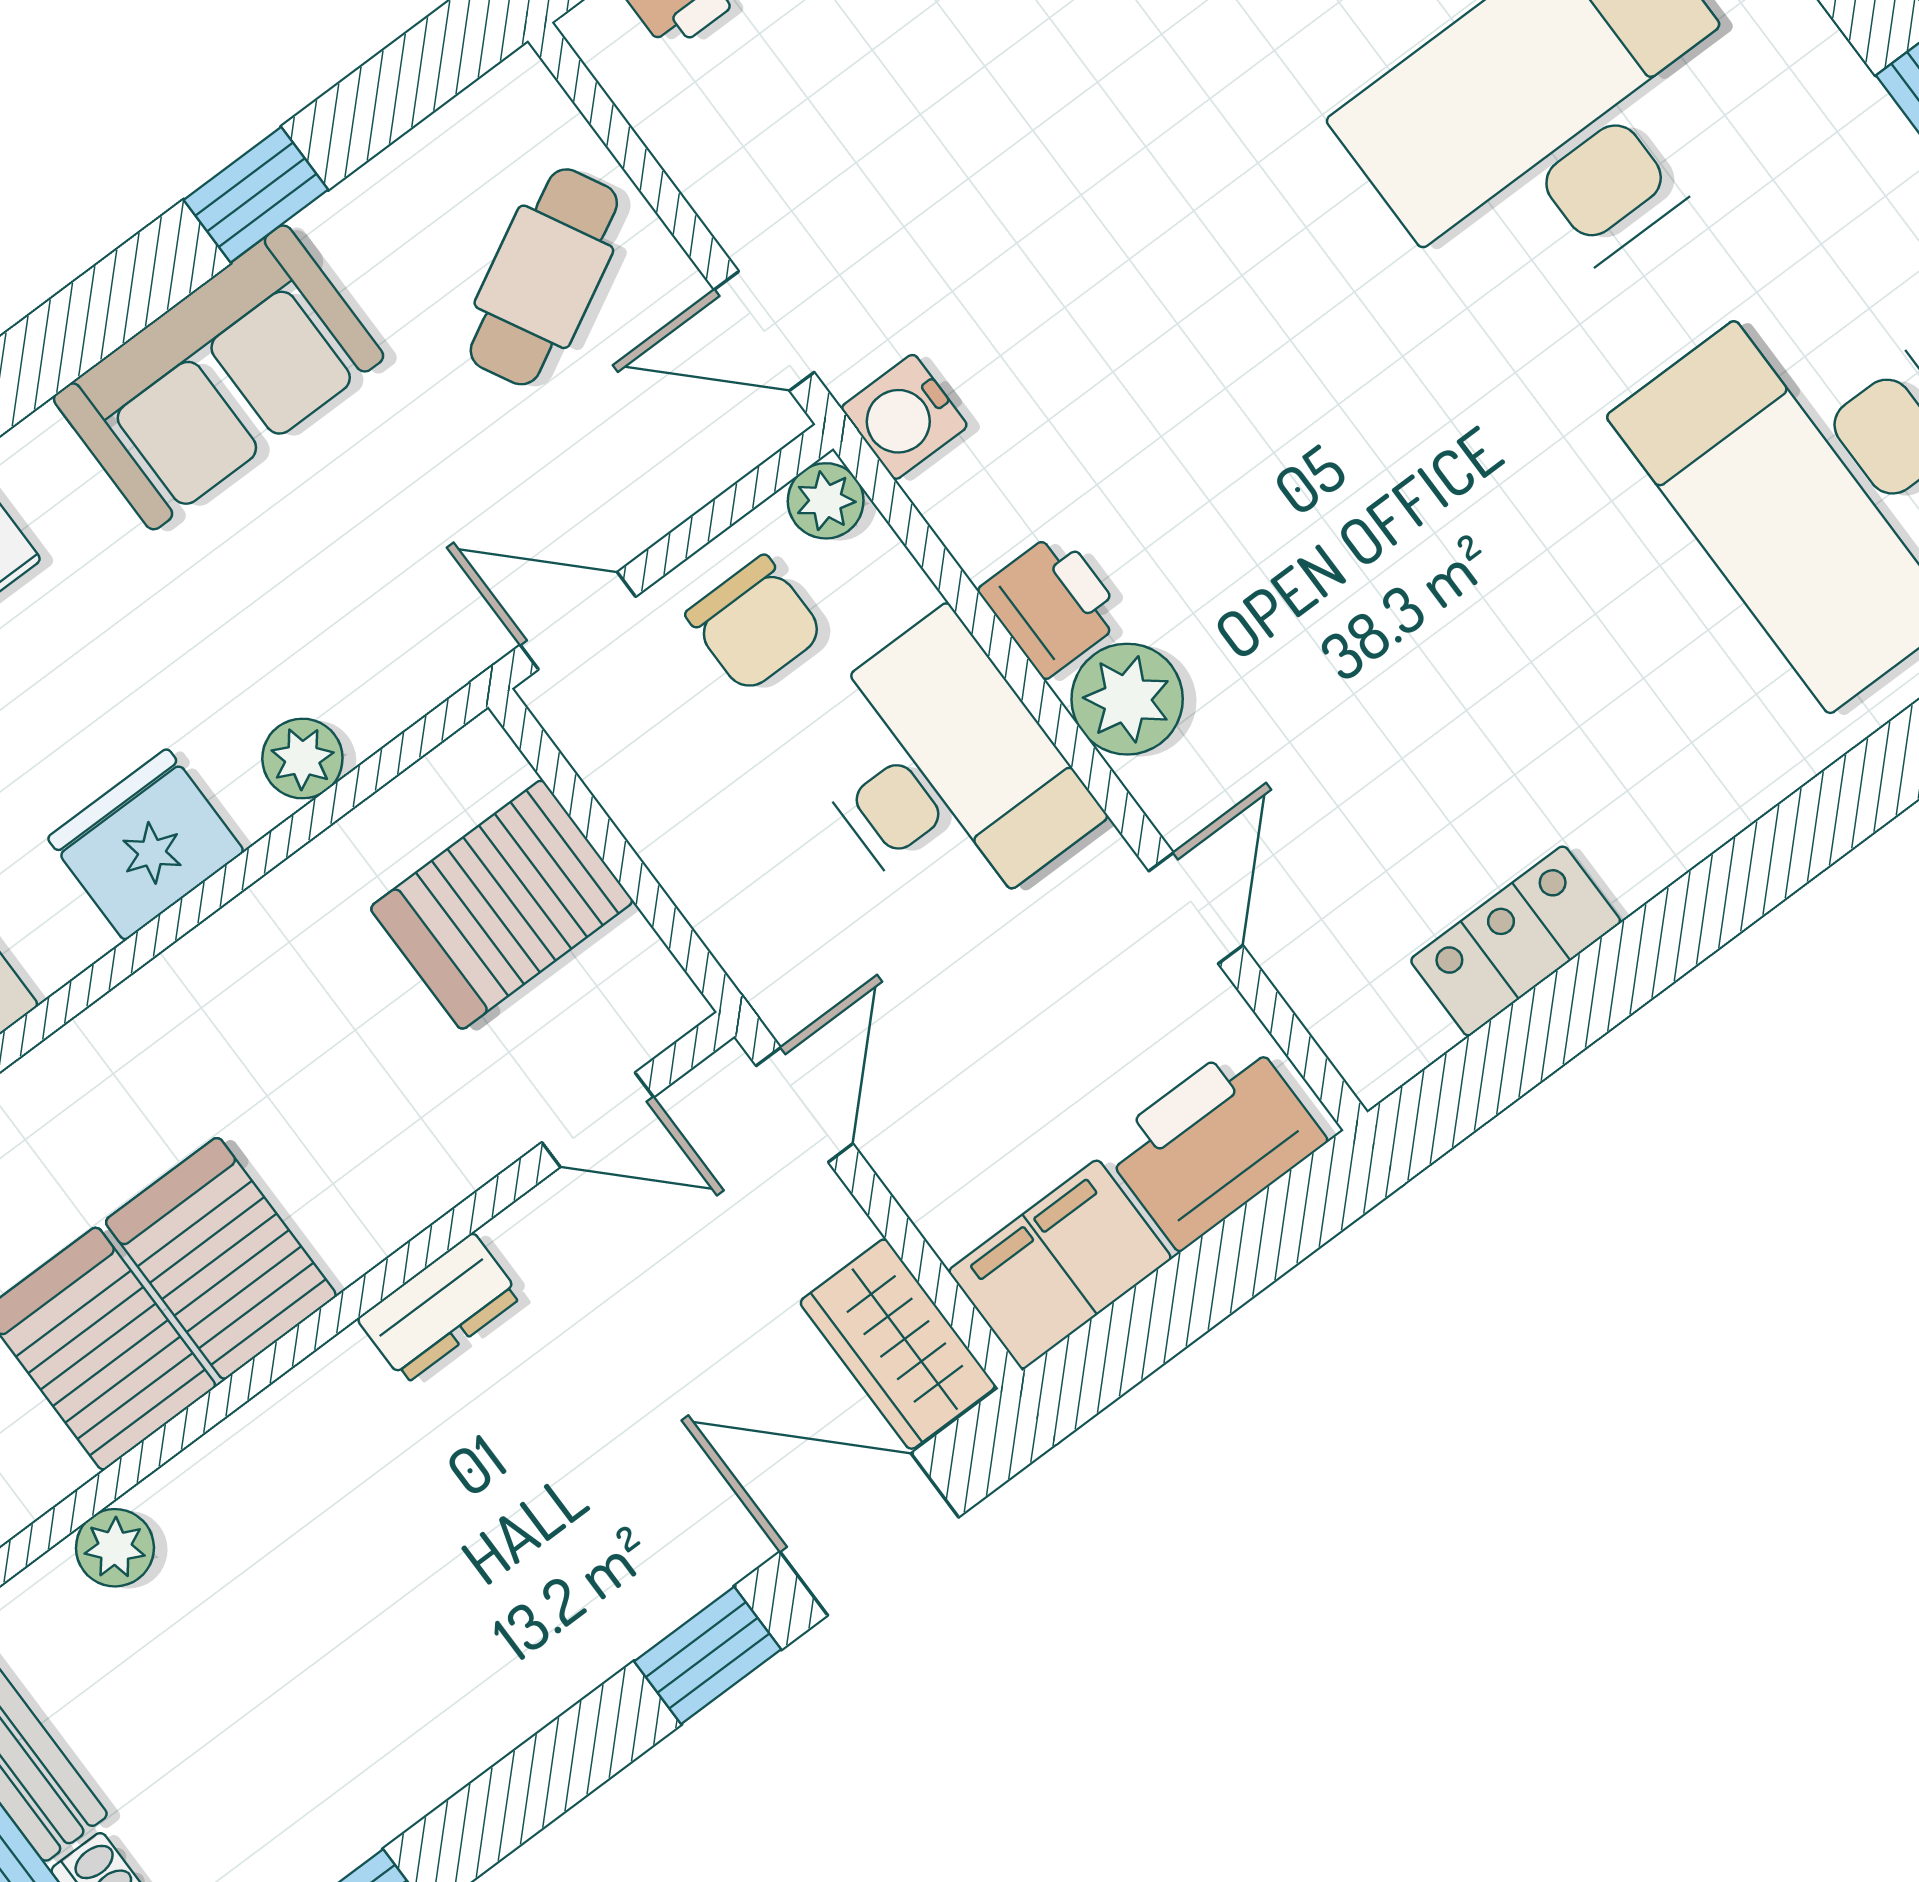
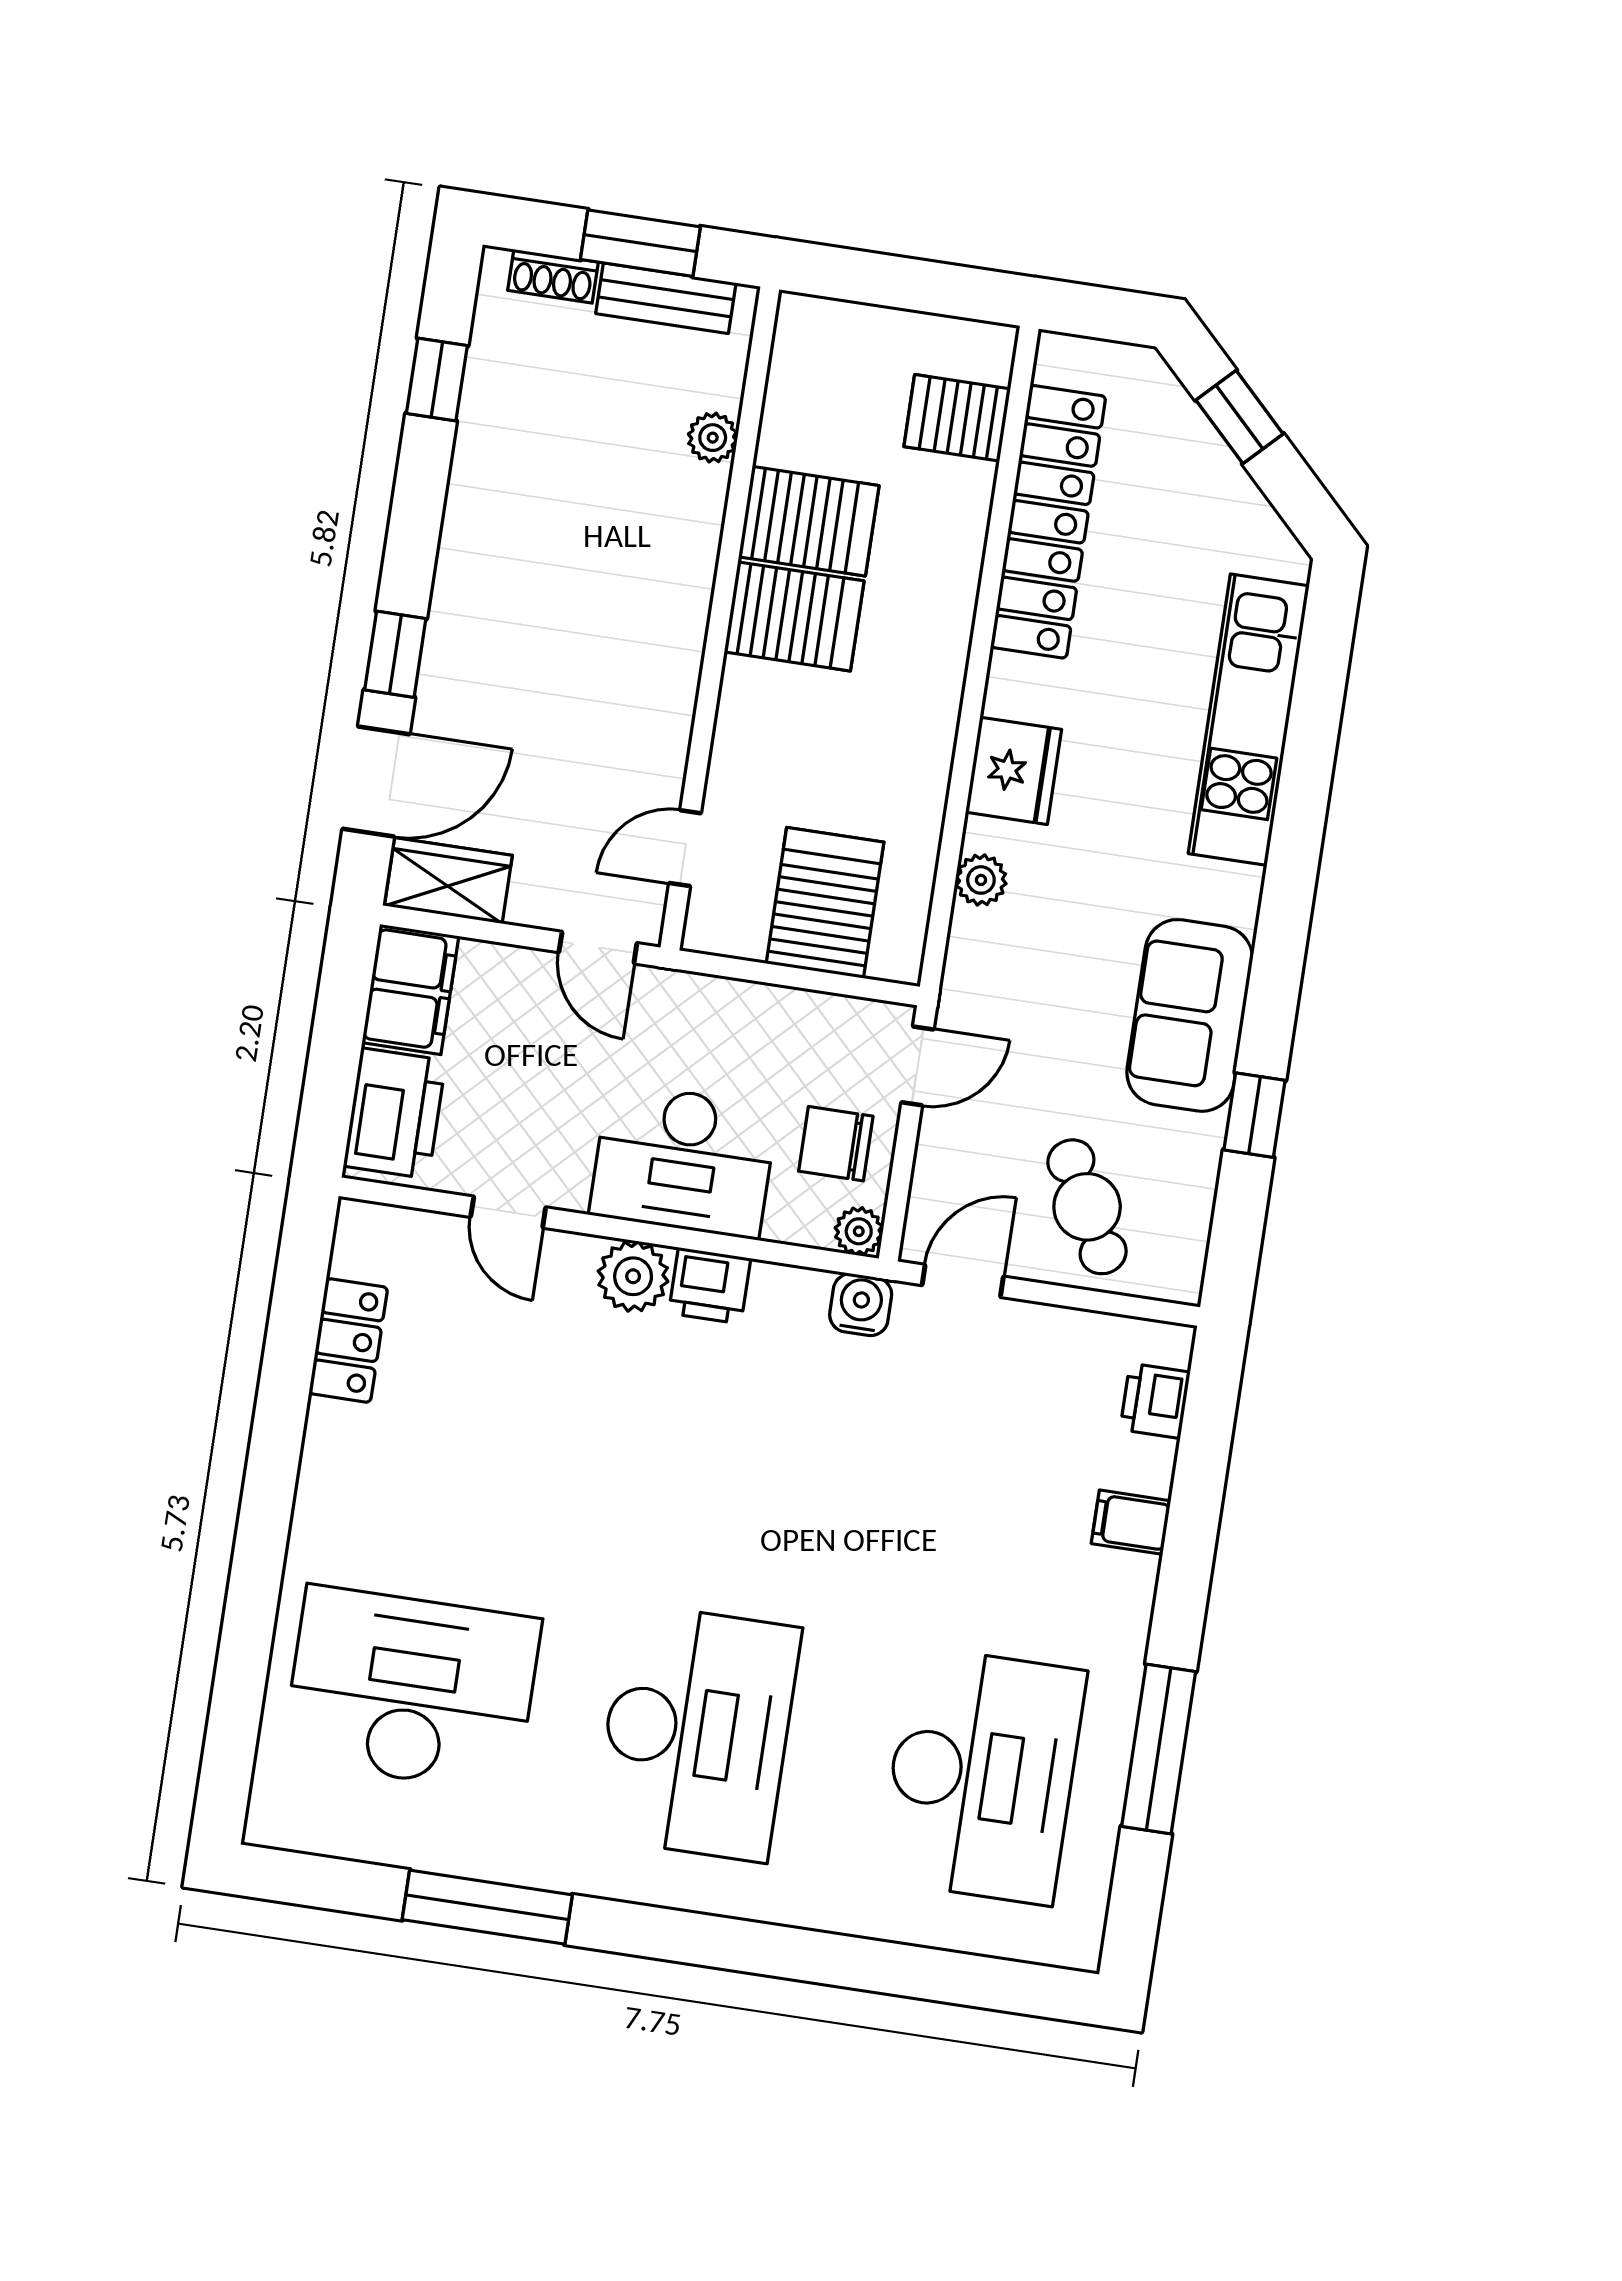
dresser: (439, 1308) -> (673, 692), removed

